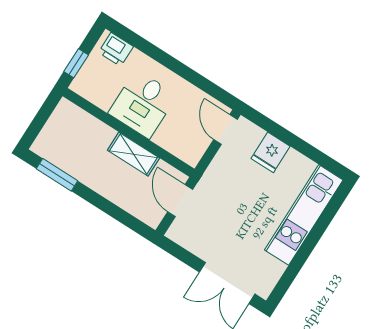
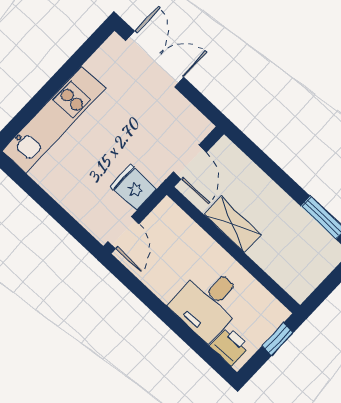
desk: (143, 104) -> (208, 303), moved, turned 180
fridge: (271, 152) -> (134, 187), moved, turned -90

